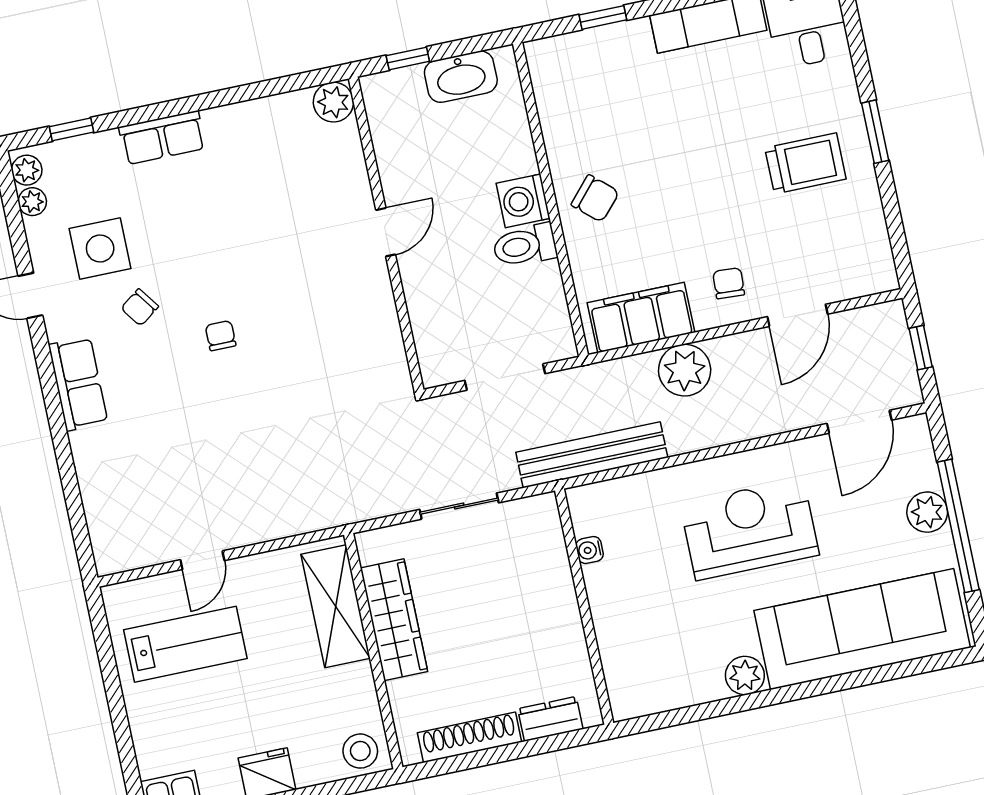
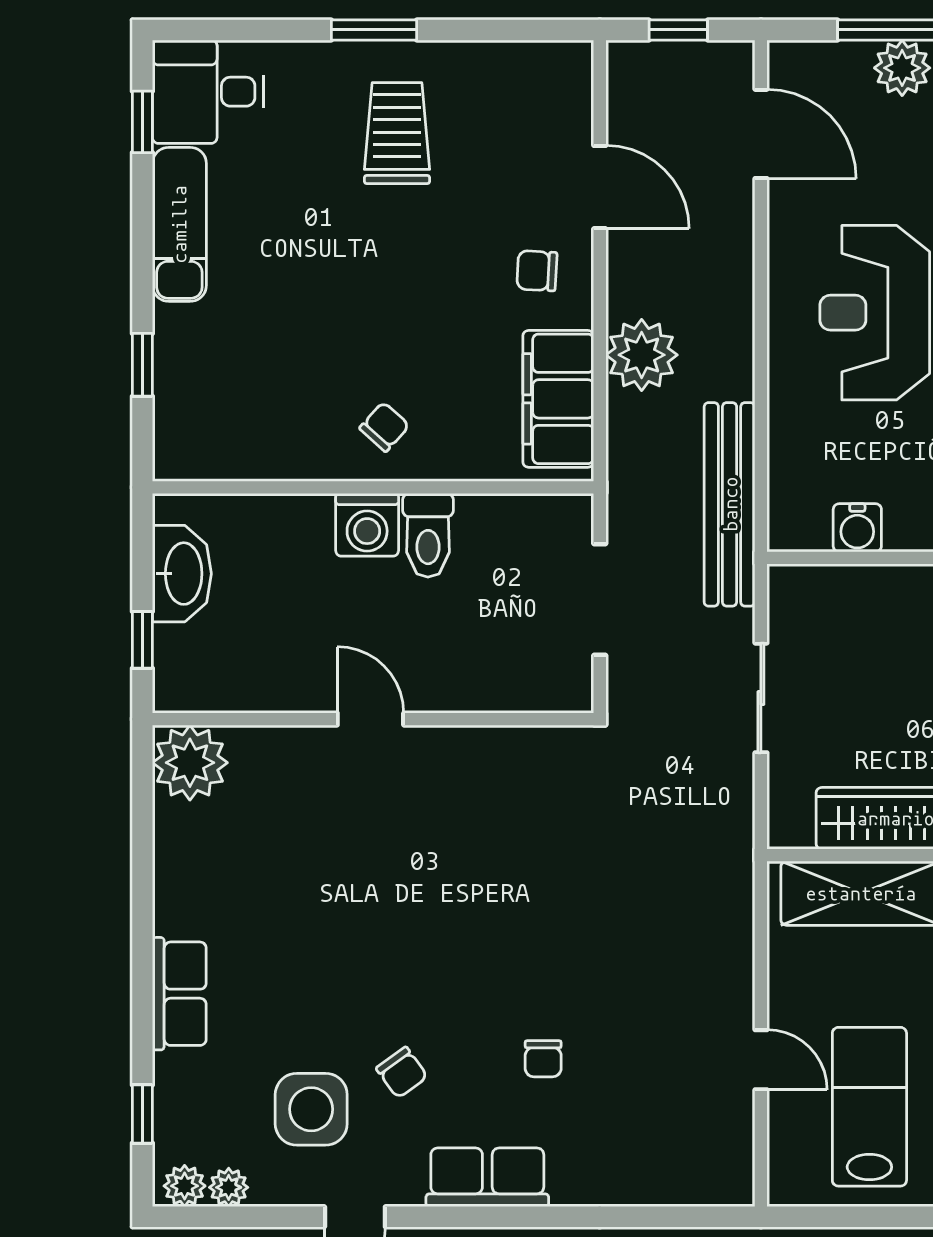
plant: (333, 102) -> (190, 763), width x1.36, depth x1.36
chair: (595, 198) -> (384, 427), width x0.73, depth x0.73
chair: (221, 336) -> (543, 1059), moved, turned -90
water cooler: (590, 550) -> (857, 528), width x1.38, depth x1.38

